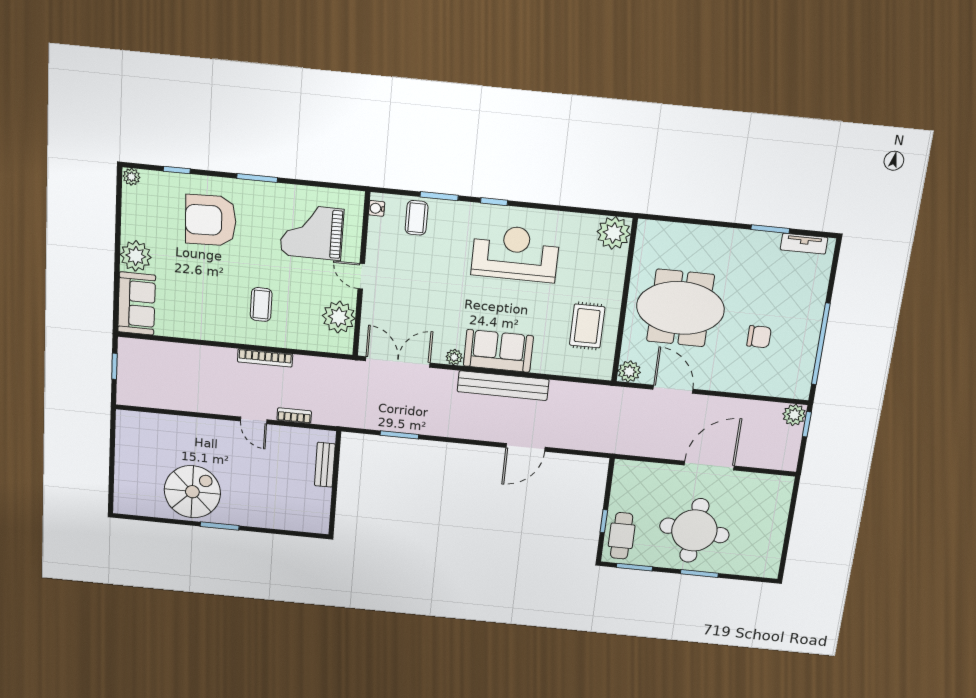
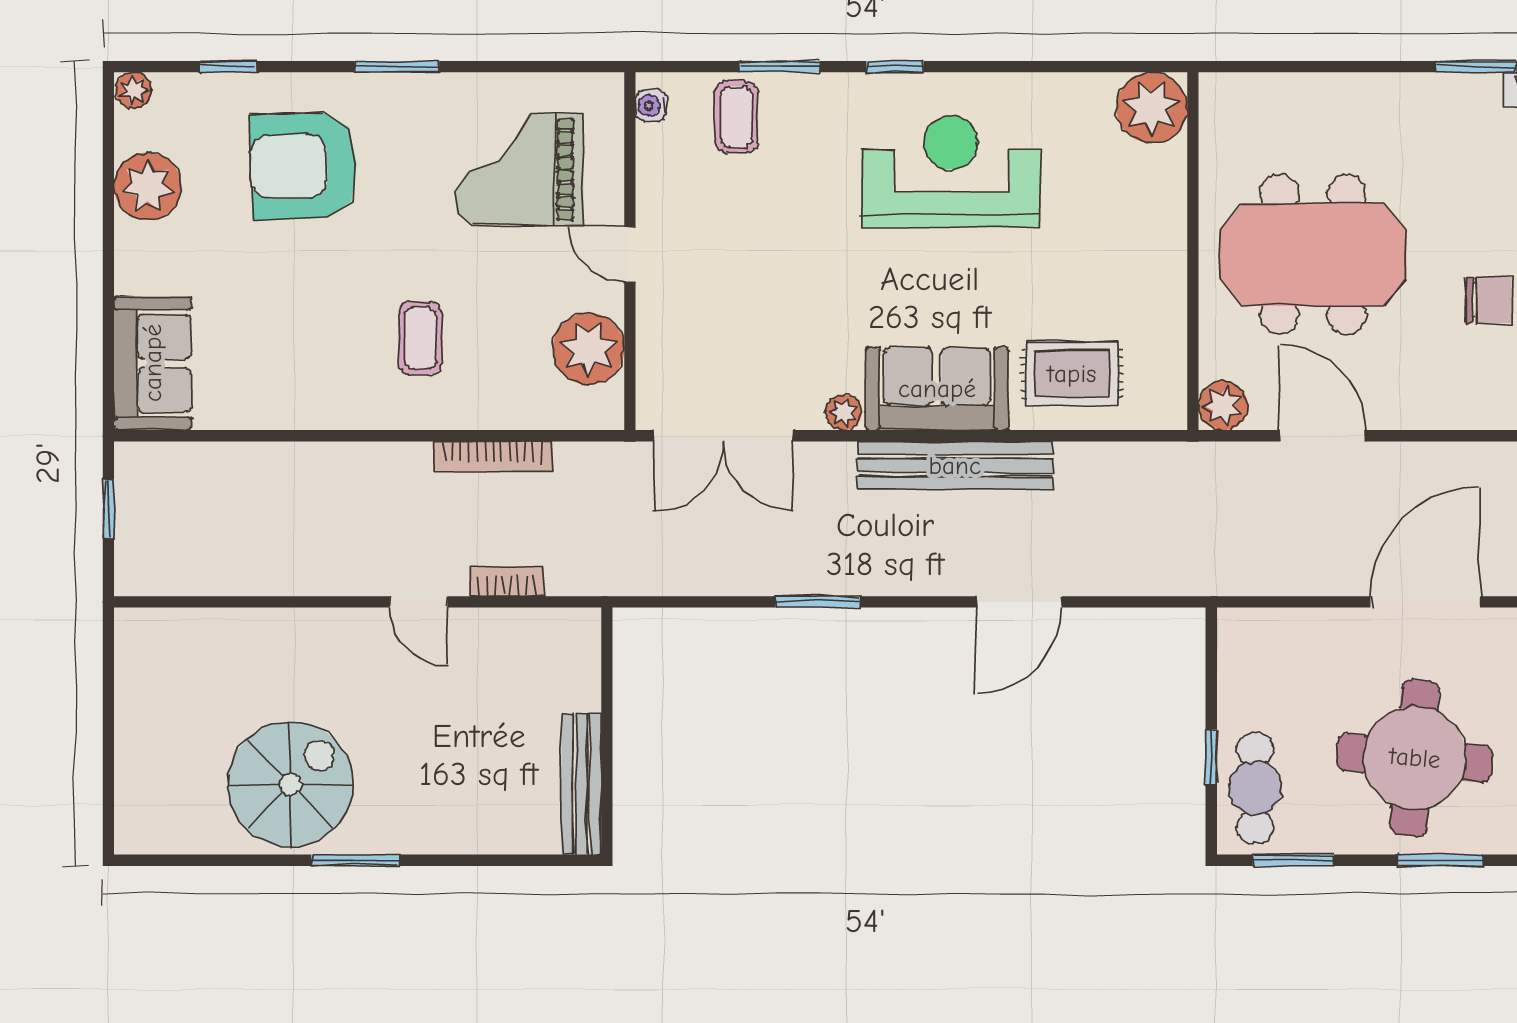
plant: (136, 256) -> (148, 186), moved
rug: (587, 326) -> (1072, 374), moved, turned 90
bookcase: (265, 358) -> (493, 457), moved
double door: (398, 362) -> (723, 436), swing flipped
window: (399, 435) -> (818, 602), moved
bench: (325, 465) -> (581, 784), moved, width x1.36

